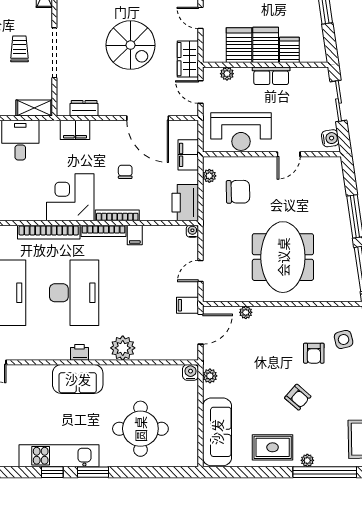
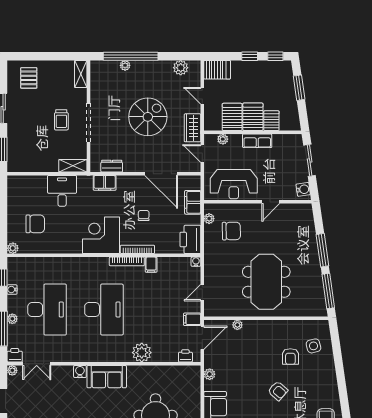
spiral stairs: (131, 45) -> (148, 117), turned -90
trolley: (19, 49) -> (61, 120), turned 180
bookcase: (49, 232) -> (84, 262), removed
printer: (80, 352) -> (185, 356), moved
water cooler: (191, 372) -> (80, 372), moved

